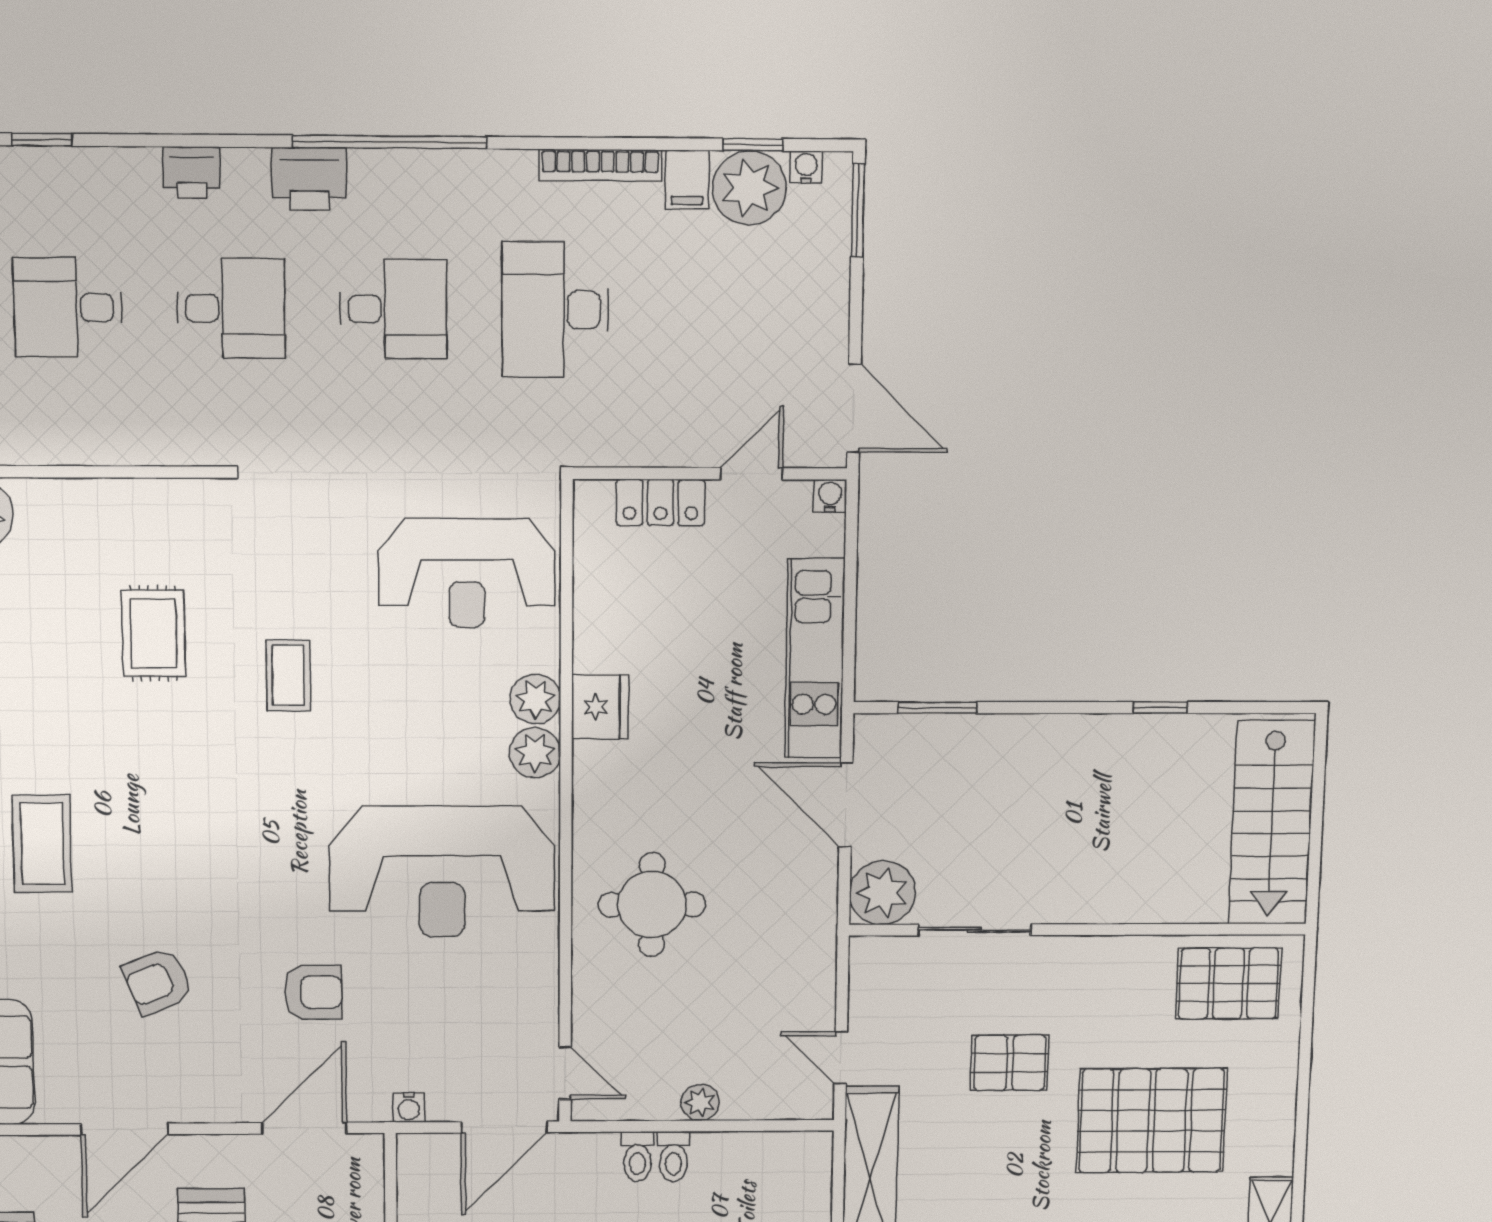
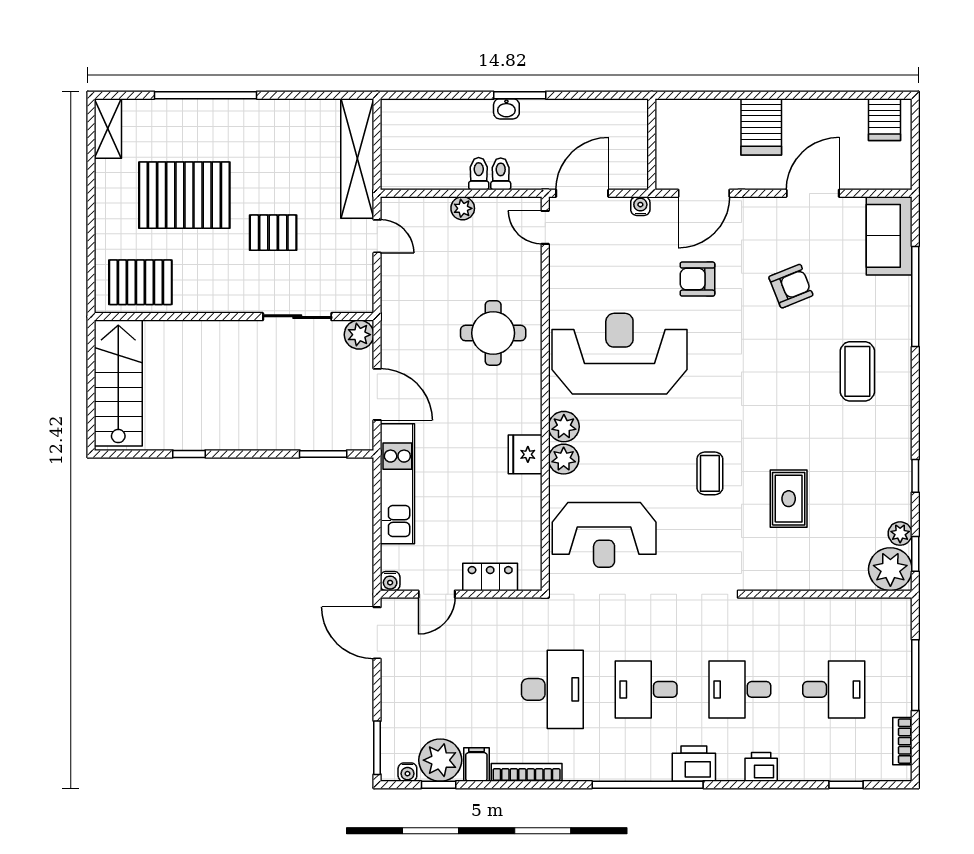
reception desk: (467, 573) -> (604, 535), turned 180
plant: (883, 893) -> (359, 335), width x0.73, depth x0.73

